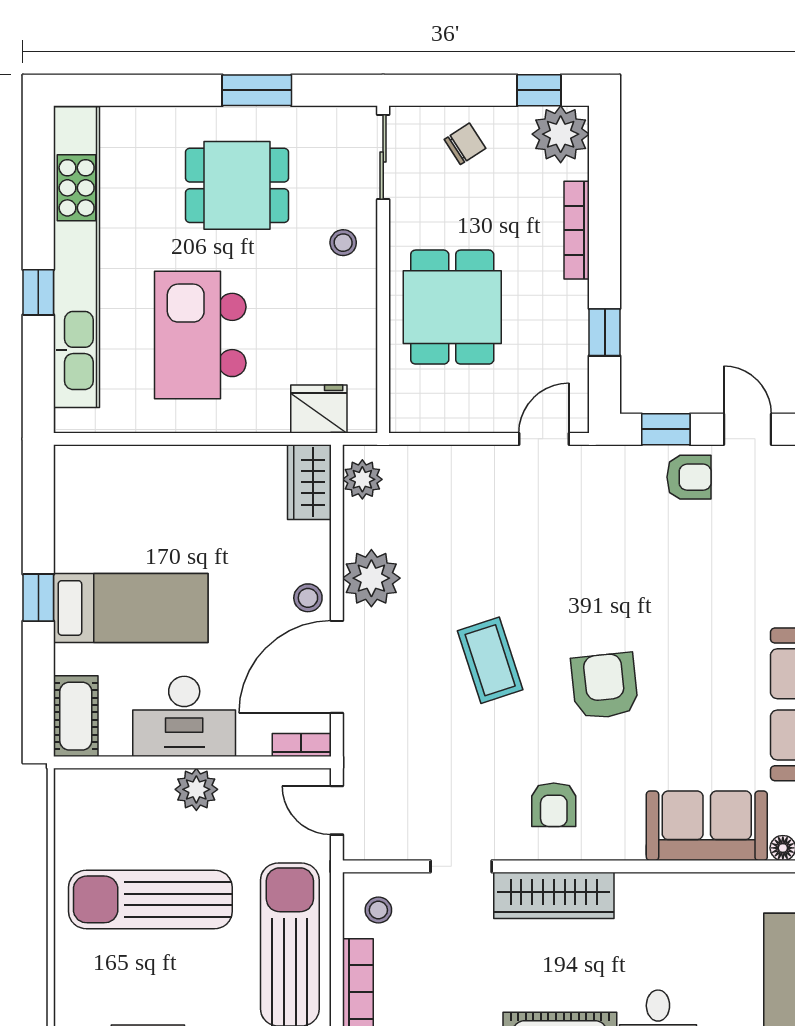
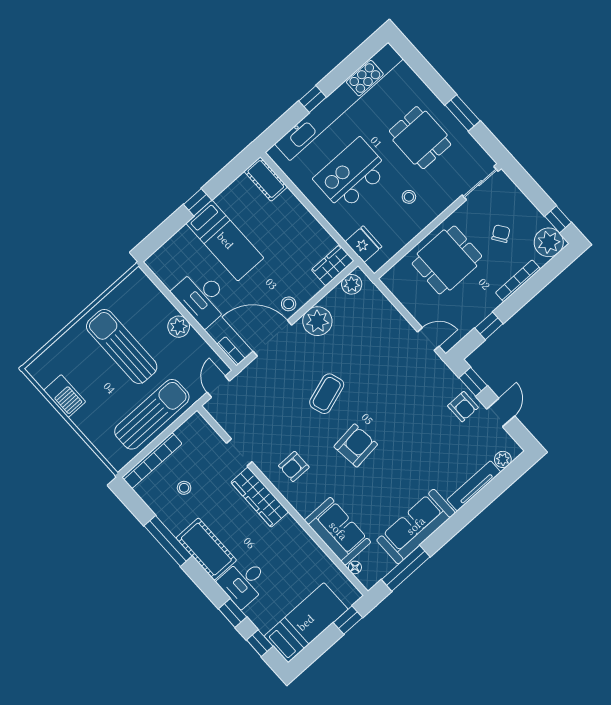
chair: (465, 144) -> (501, 234), moved, turned -91
stool: (343, 243) -> (409, 197), moved
cot: (76, 716) -> (266, 179), moved, turned 90
stool: (378, 910) -> (184, 488), moved

